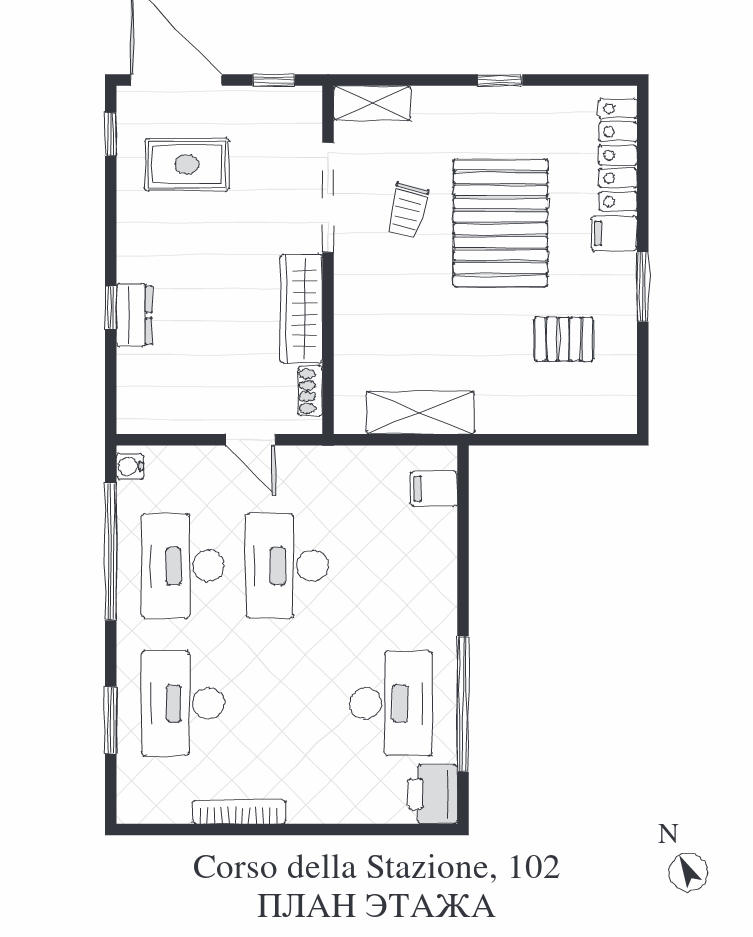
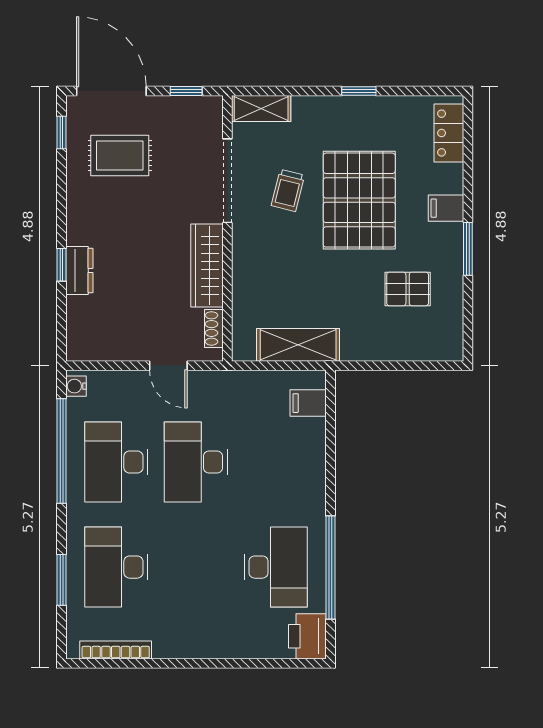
locker: (618, 155) -> (449, 133), width x0.66
bookcase: (239, 812) -> (116, 650), moved

